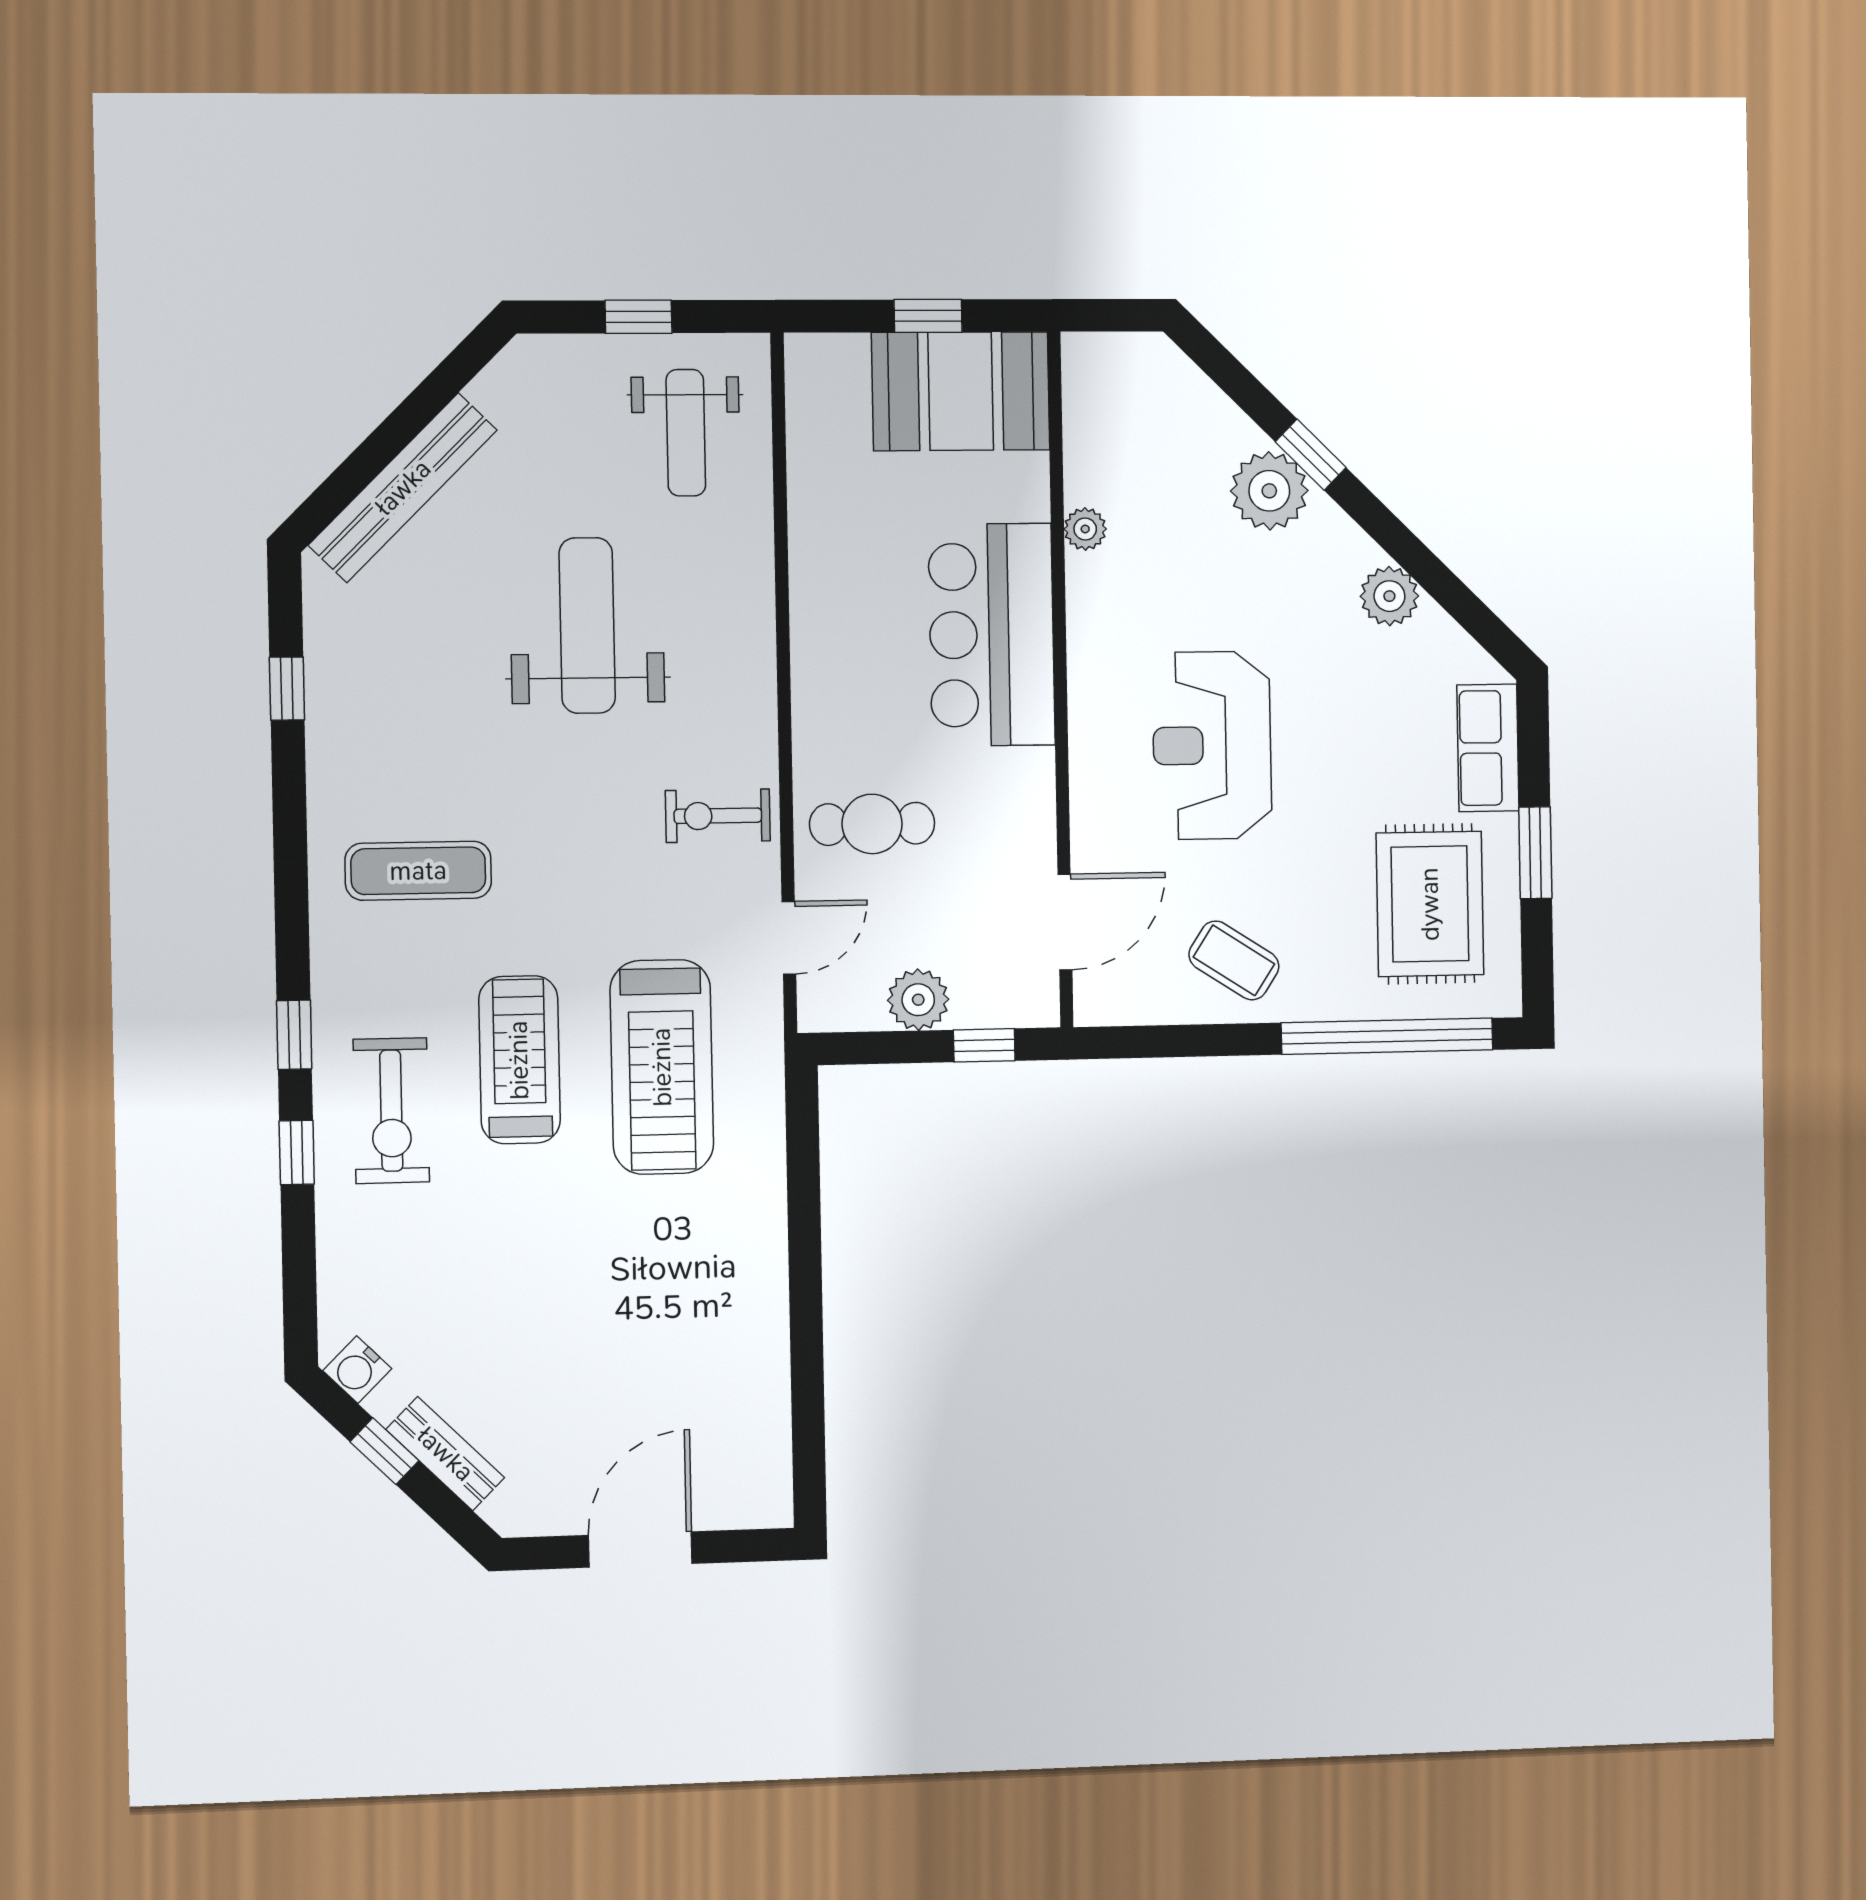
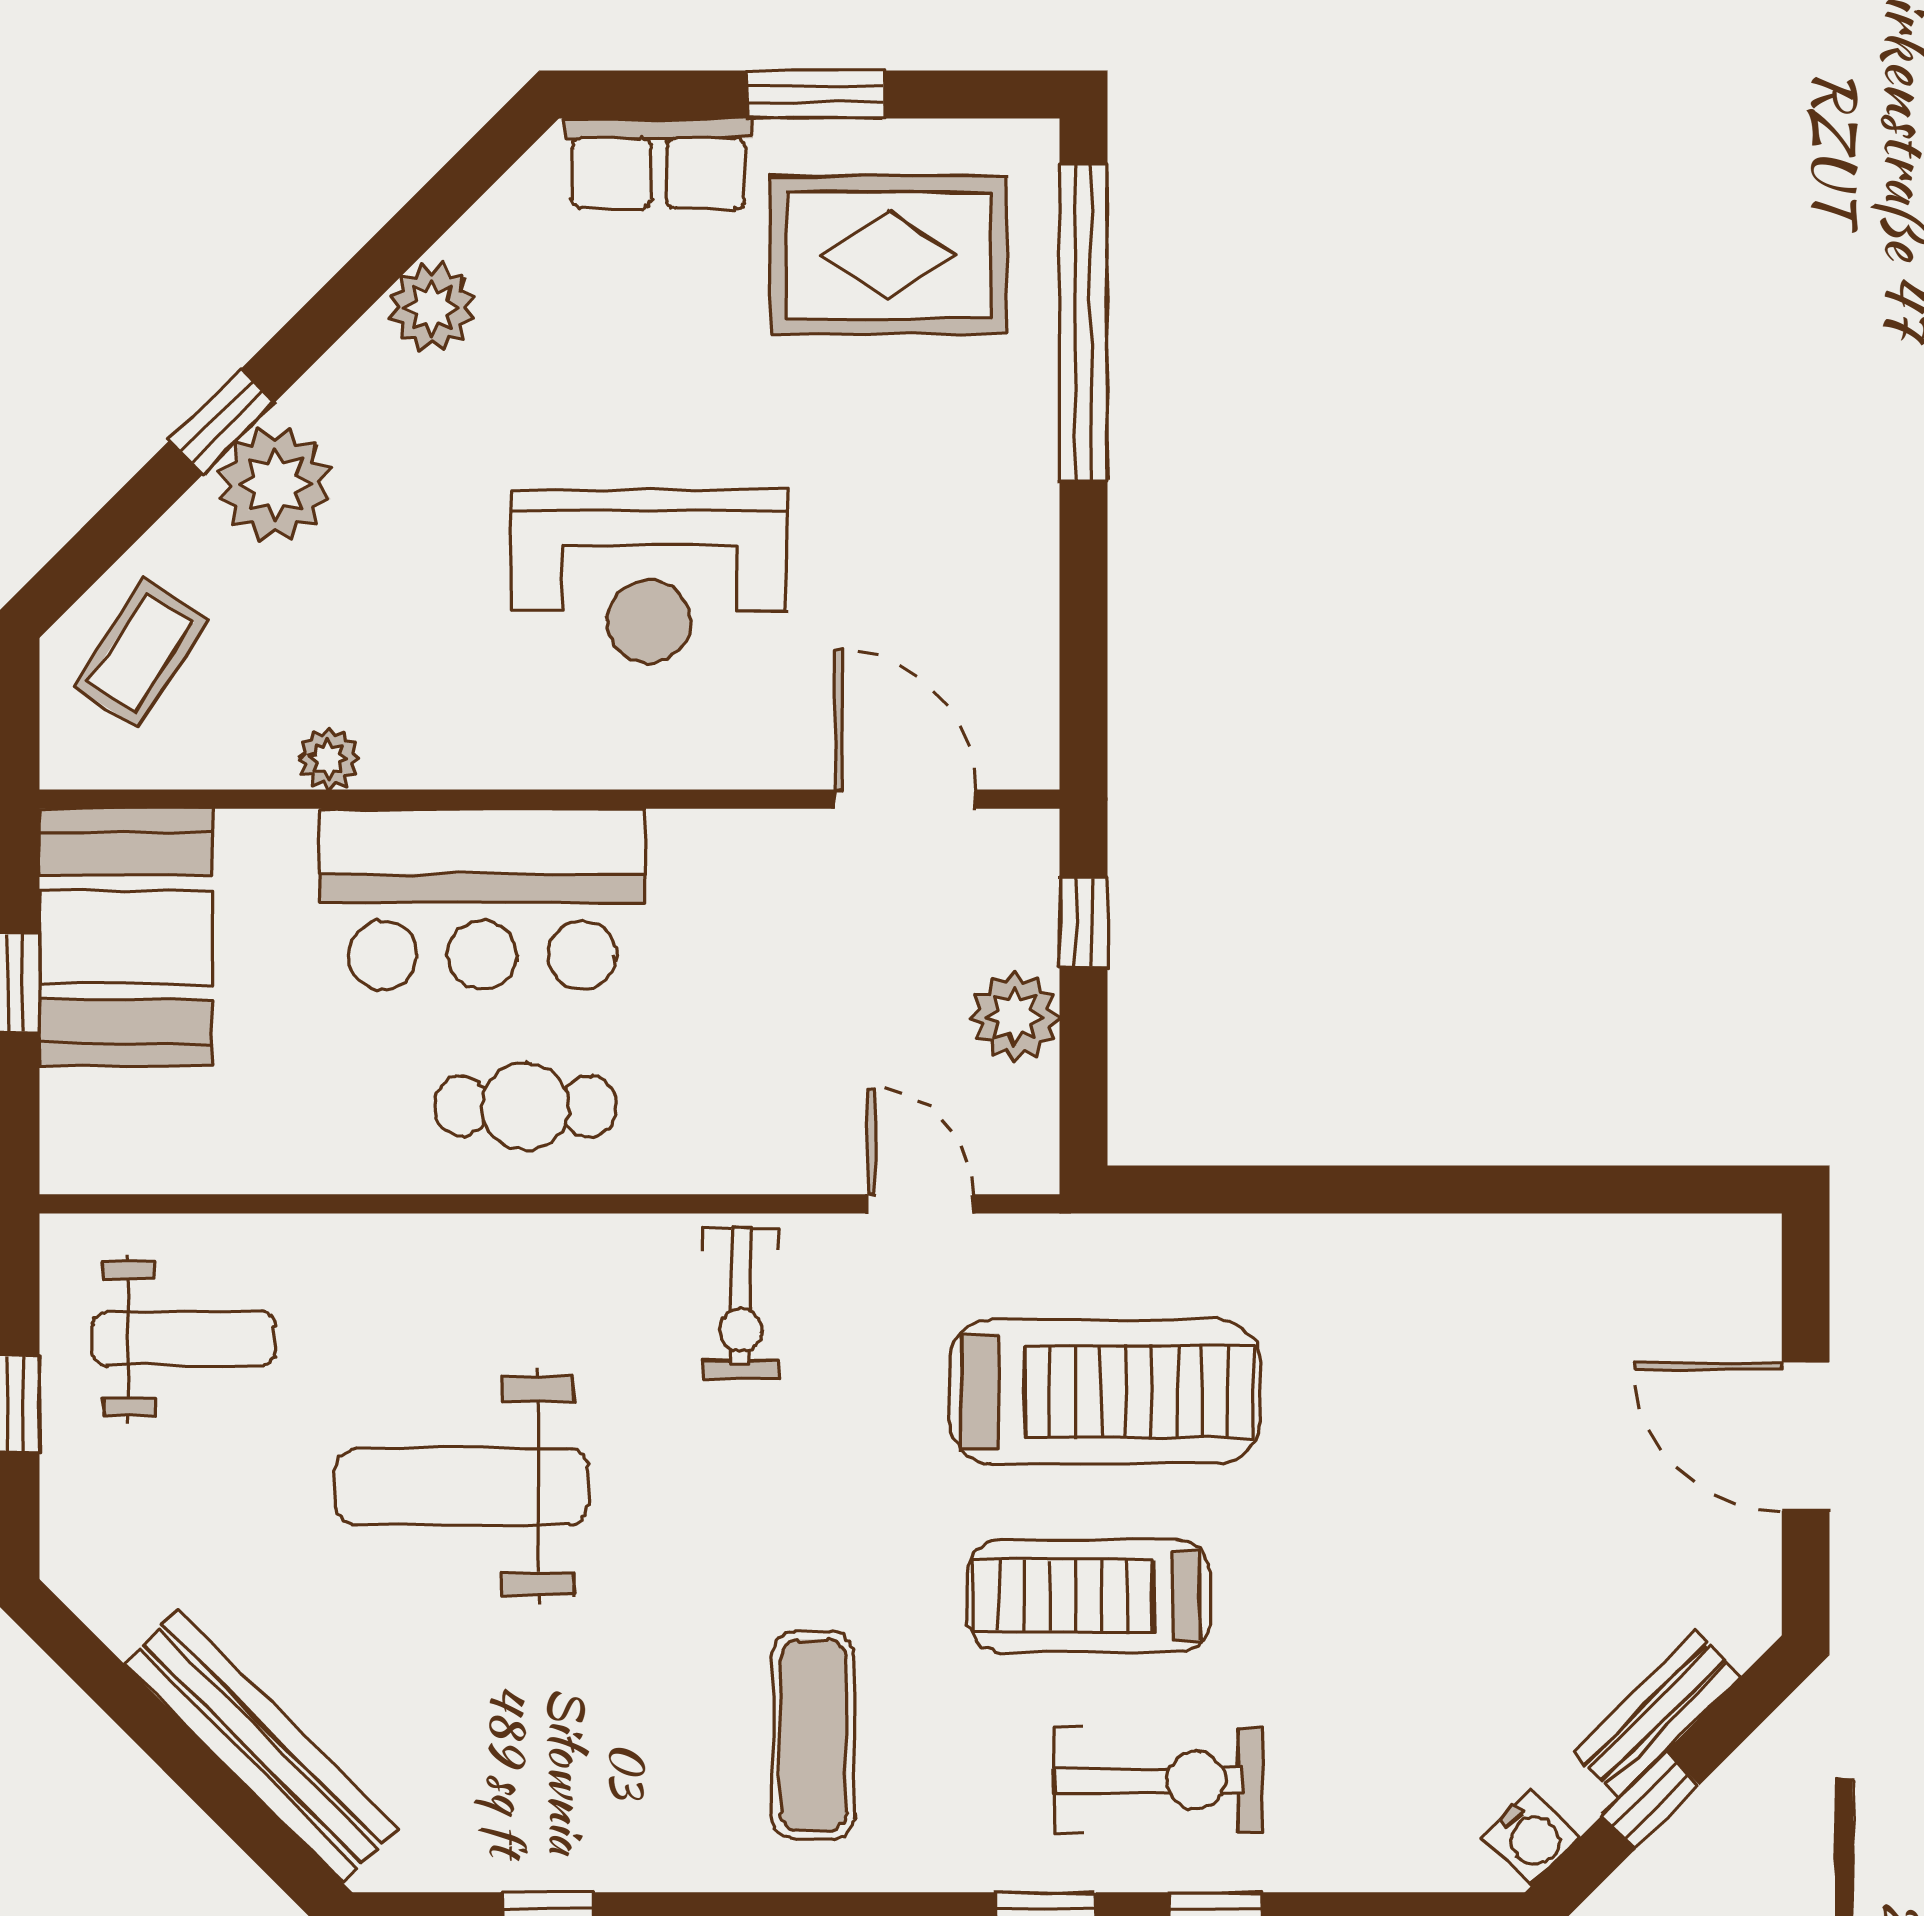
cafe table: (872, 824) -> (525, 1106), moved, turned 90
coffee table: (1234, 960) -> (141, 653), moved

